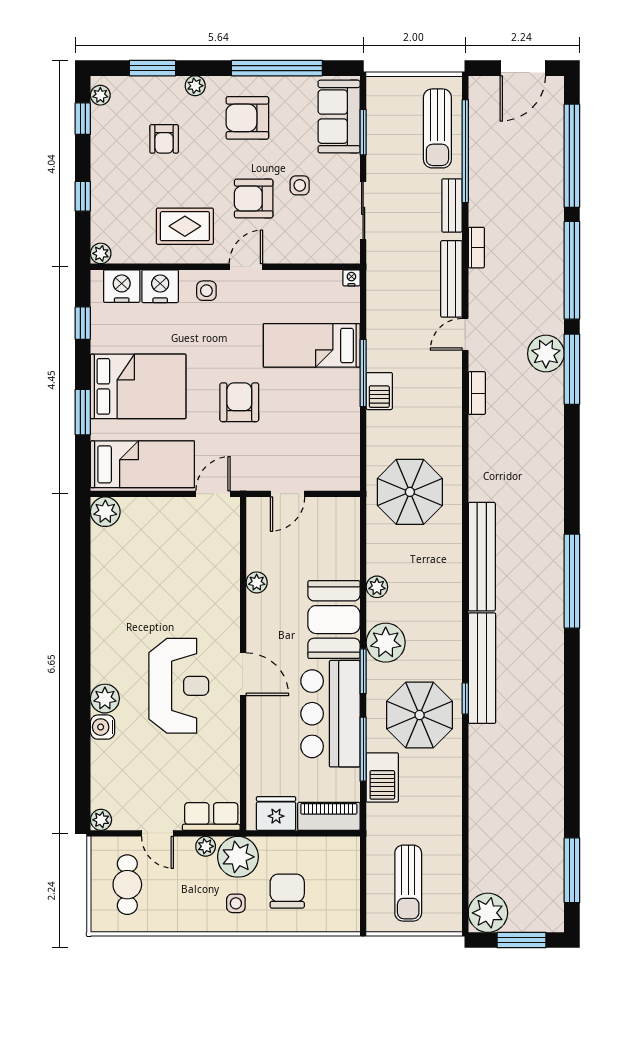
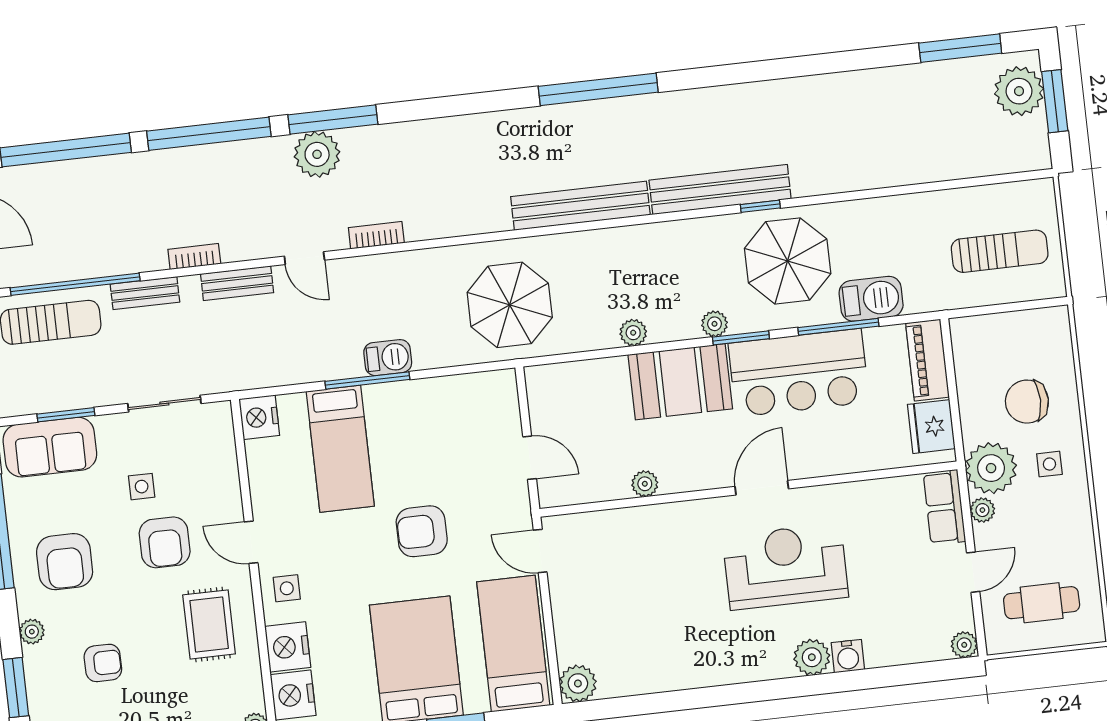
nightstand: (351, 278) -> (259, 417), width x1.89, depth x1.79
bench: (451, 279) -> (237, 283), width x0.73
plant: (386, 643) -> (714, 324), width x0.53, depth x0.53
plant: (488, 913) -> (1019, 91), moved

